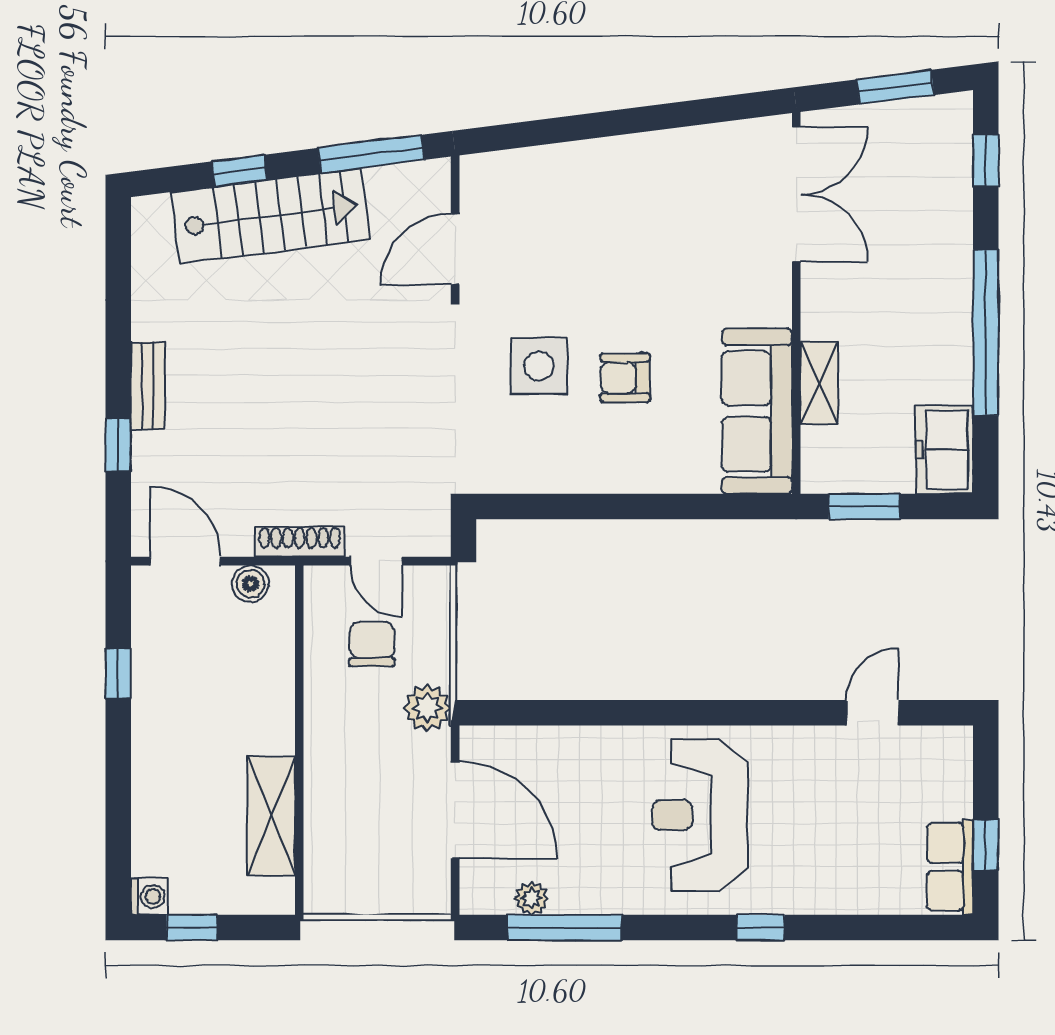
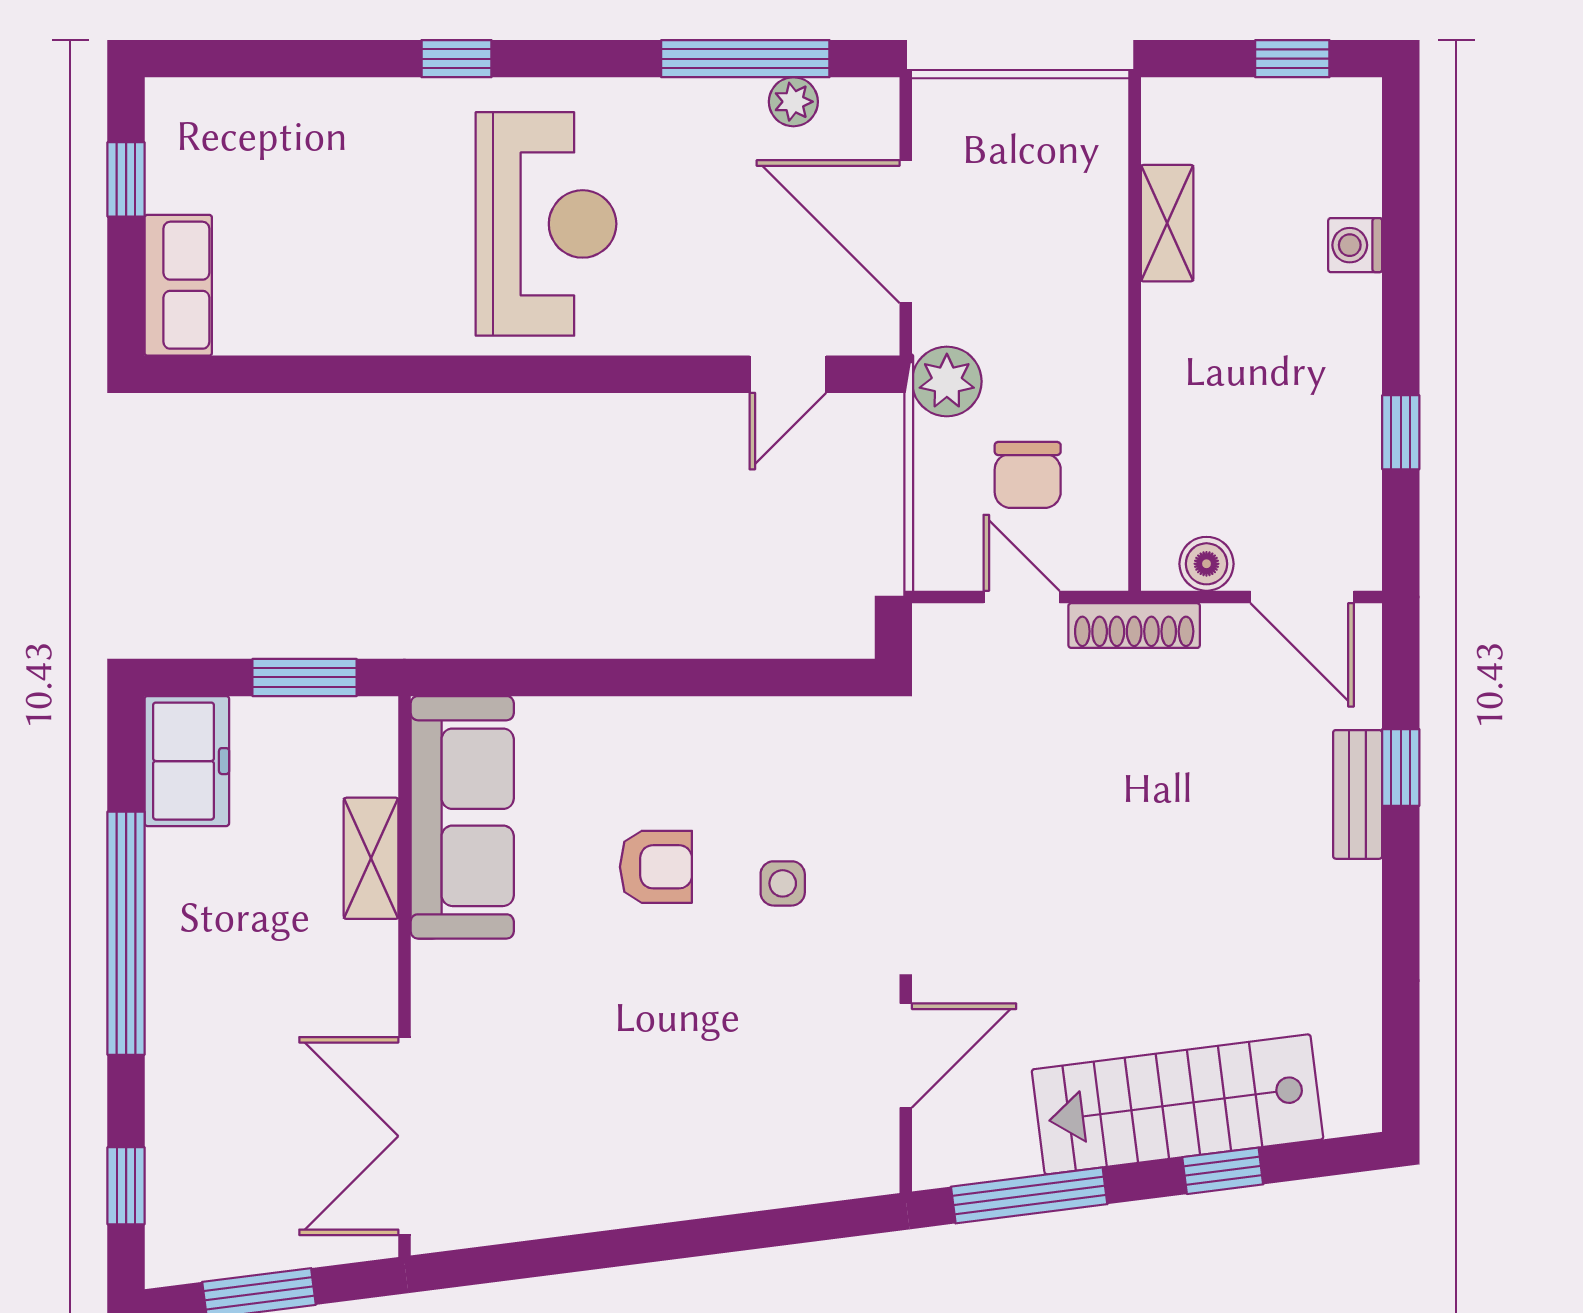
side table: (539, 366) -> (783, 883), width x0.54, depth x0.54
bench: (148, 386) -> (1358, 794), moved
door: (873, 713) -> (788, 374), moved
shelving: (271, 816) -> (1167, 223), width x0.67, depth x0.75
row of seats: (950, 867) -> (178, 285), moved
washing machine: (149, 897) -> (1355, 245), moved

